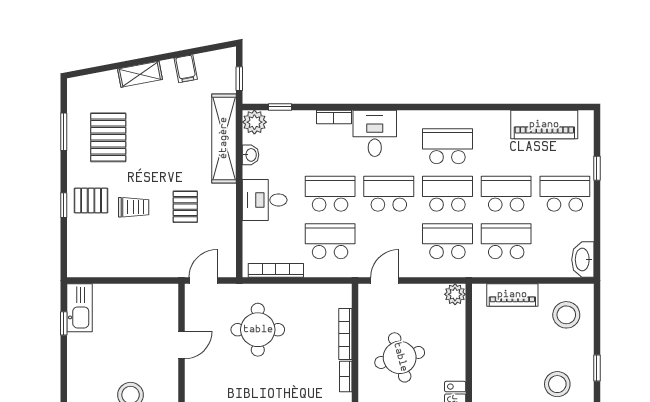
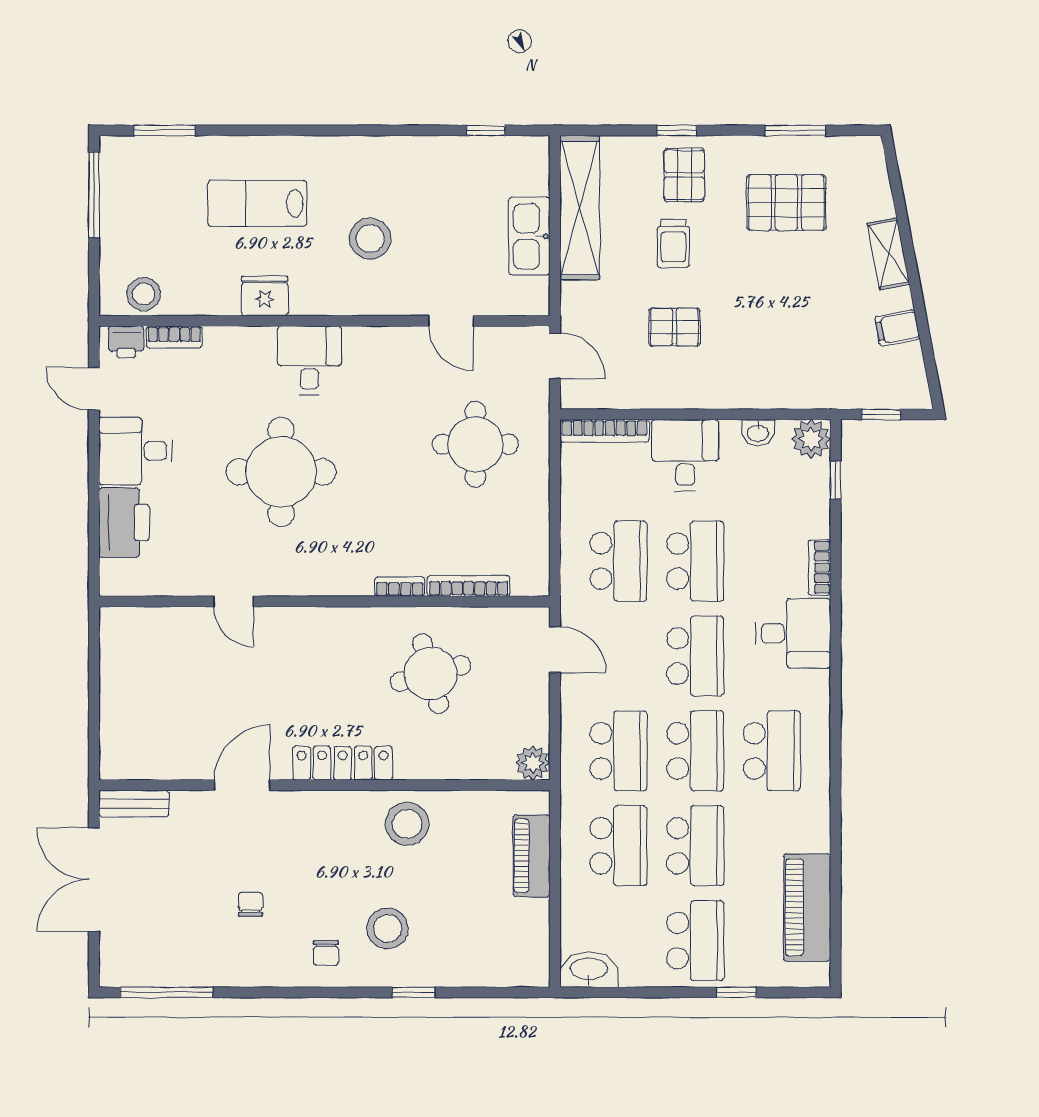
shelving: (224, 138) -> (580, 208), moved, turned 90
bookcase: (276, 270) -> (605, 431), moved, turned 90
kitchen sink: (80, 308) -> (529, 236), moved, turned 90
stool: (566, 315) -> (407, 824), moved

